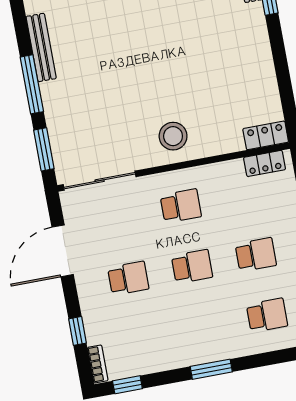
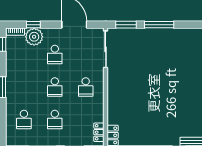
bench: (41, 47) -> (177, 33), removed
stool: (173, 136) -> (121, 90), removed
plant: (101, 325) -> (34, 37), added

